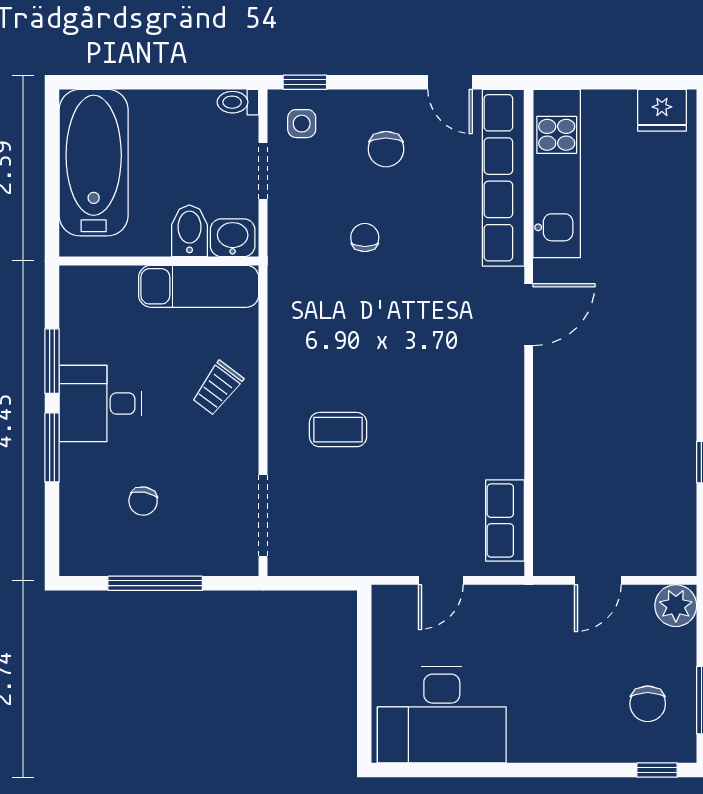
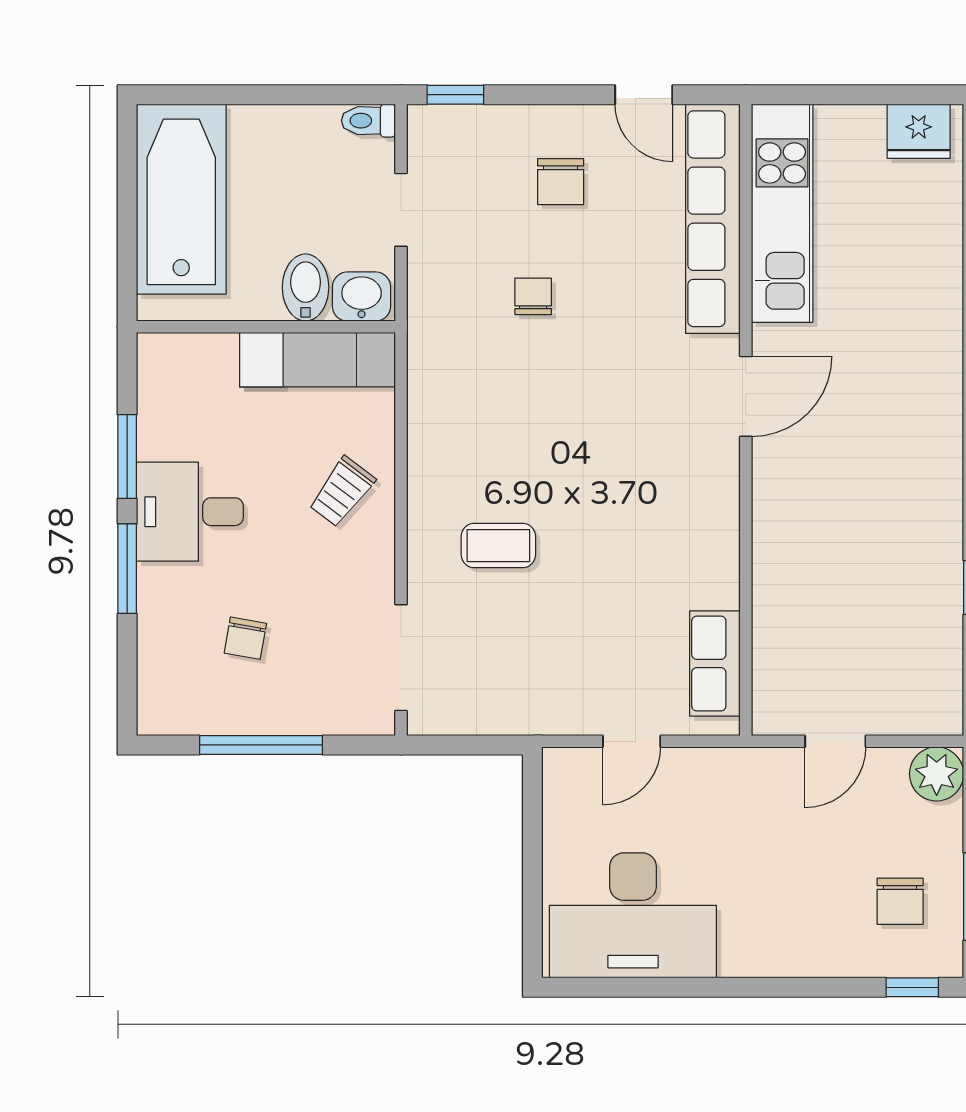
side table: (302, 124) -> (451, 148), removed

